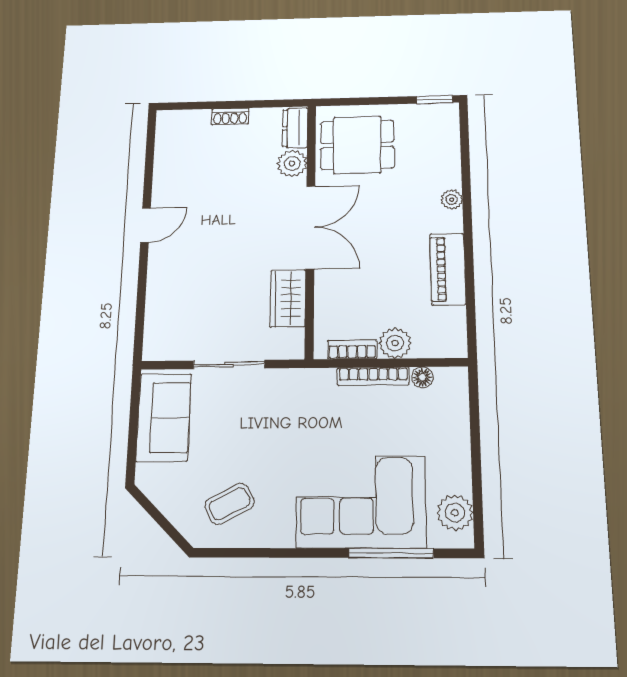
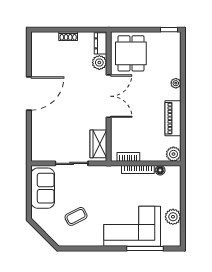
dining table: (357, 145) -> (131, 53), turned 90
door: (146, 225) -> (29, 93), width x1.87
wardrobe: (288, 298) -> (98, 144), moved
plant: (395, 343) -> (173, 154), moved
coffee table: (229, 504) -> (76, 216), moved
plant: (455, 513) -> (173, 217), moved

